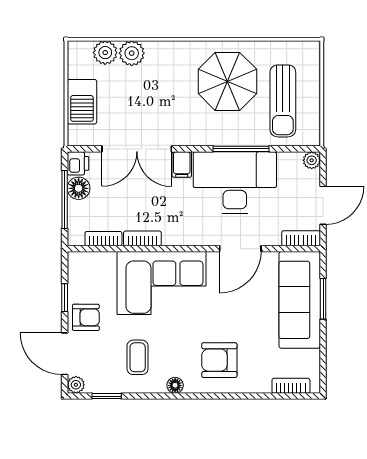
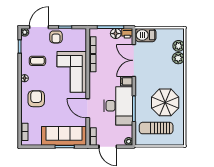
barbecue: (82, 102) -> (146, 35), moved

